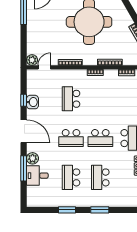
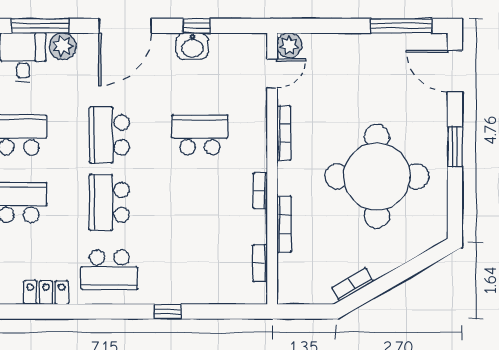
door: (44, 67) -> (272, 74), hinge flipped

